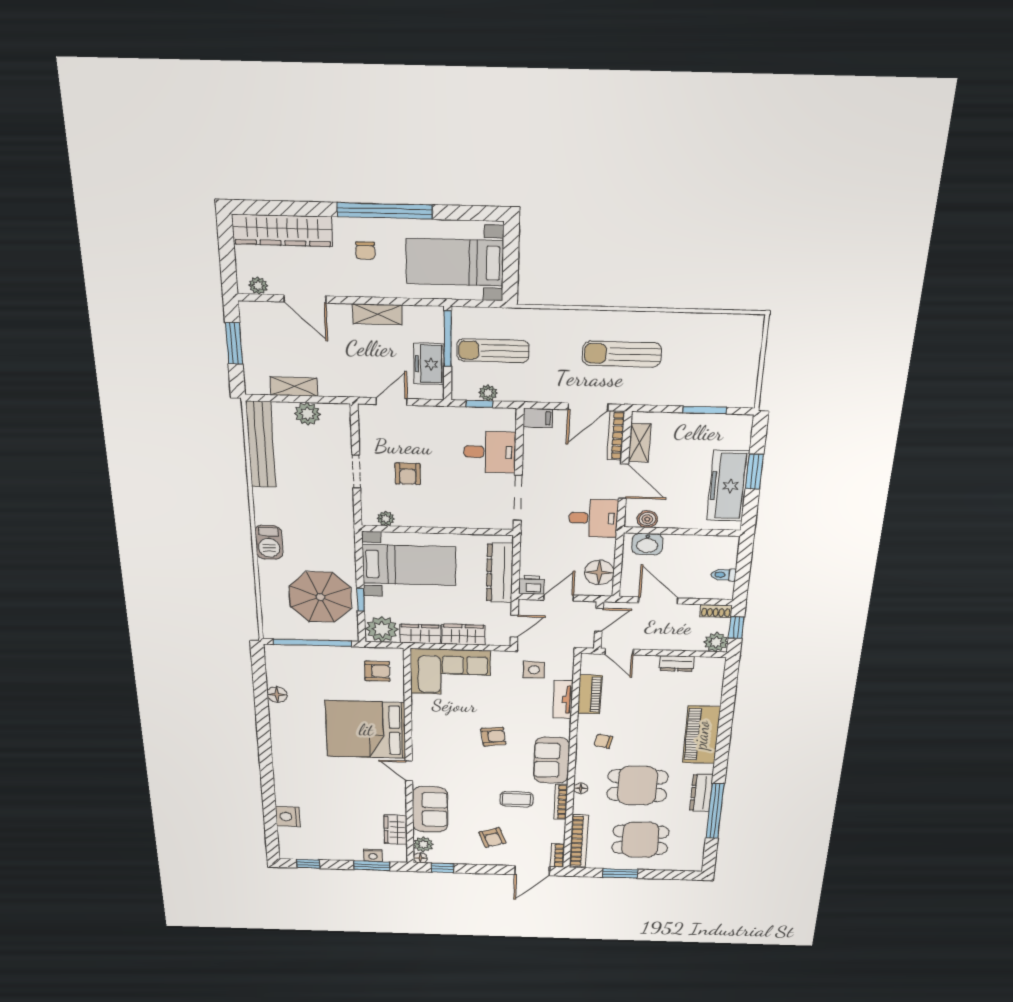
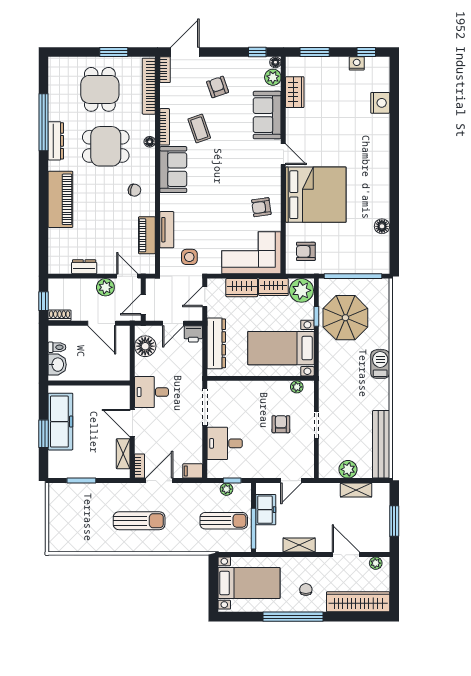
bookcase: (616, 435) -> (140, 466), width x0.64
boiler: (647, 519) -> (114, 393), removed
washbasin: (647, 544) -> (57, 365), moved, turned 90
plant: (716, 642) -> (105, 287), moved
armchair: (493, 737) -> (261, 207), moved
coffee table: (517, 799) -> (199, 129), turned 71
dining table: (640, 840) -> (100, 89), turned 90
nightstand: (373, 855) -> (357, 63), moved

